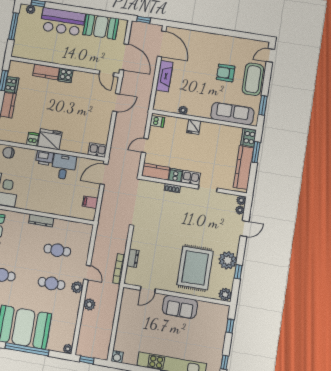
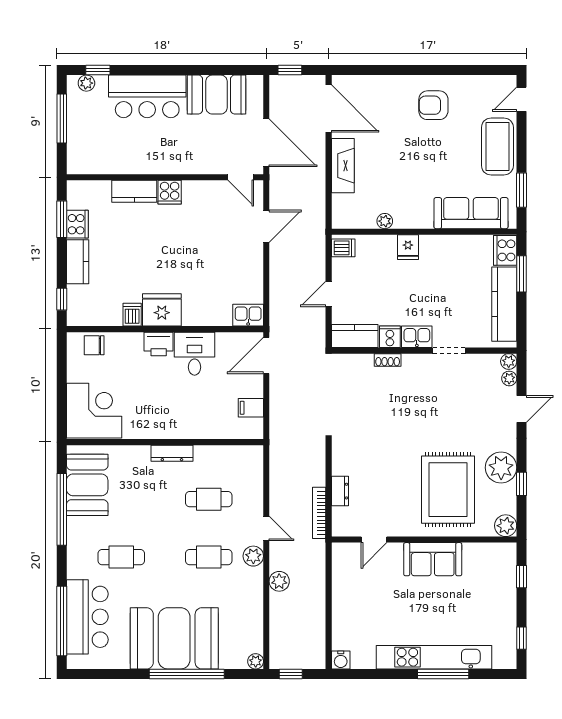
armchair: (226, 73) -> (433, 105), moved

